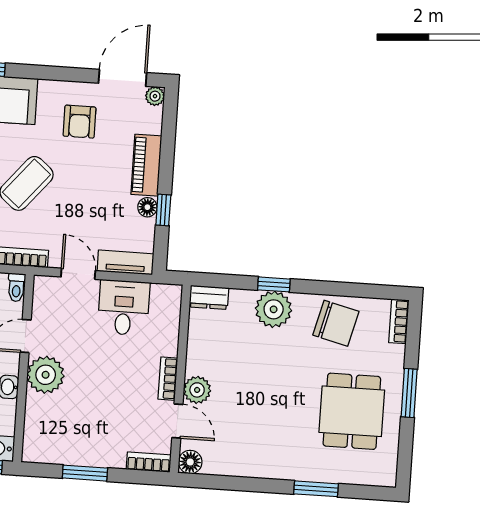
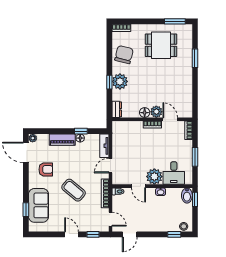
desk: (124, 308) -> (174, 173), moved, turned -90
window: (409, 393) -> (175, 21), moved
door: (177, 421) -> (170, 119), hinge flipped
floor lamp: (190, 462) -> (145, 113), moved

